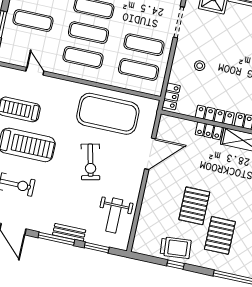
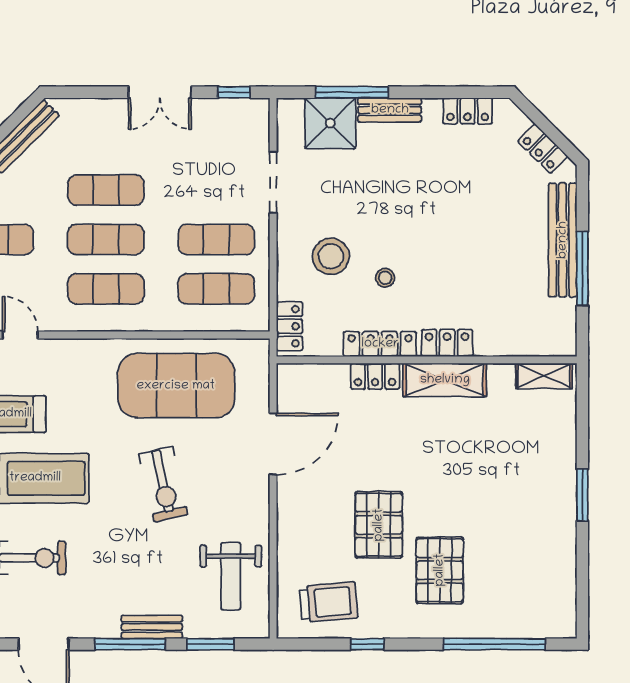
stool: (200, 66) -> (331, 256), width x1.89, depth x1.89
stool: (225, 82) -> (385, 278), added
trolley: (176, 248) -> (329, 602), moved

